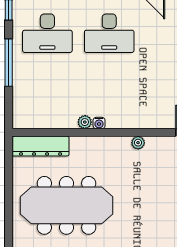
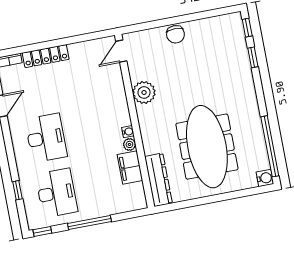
filing cabinet: (60, 118) -> (130, 167), added
plant: (138, 143) -> (144, 92), width x1.87, depth x1.87

